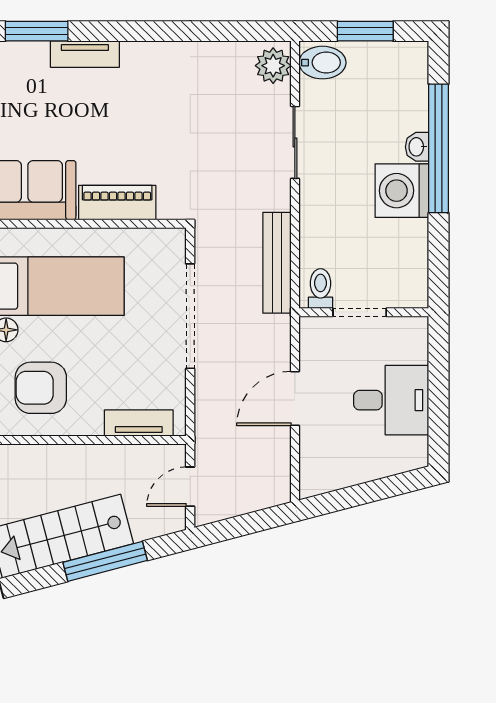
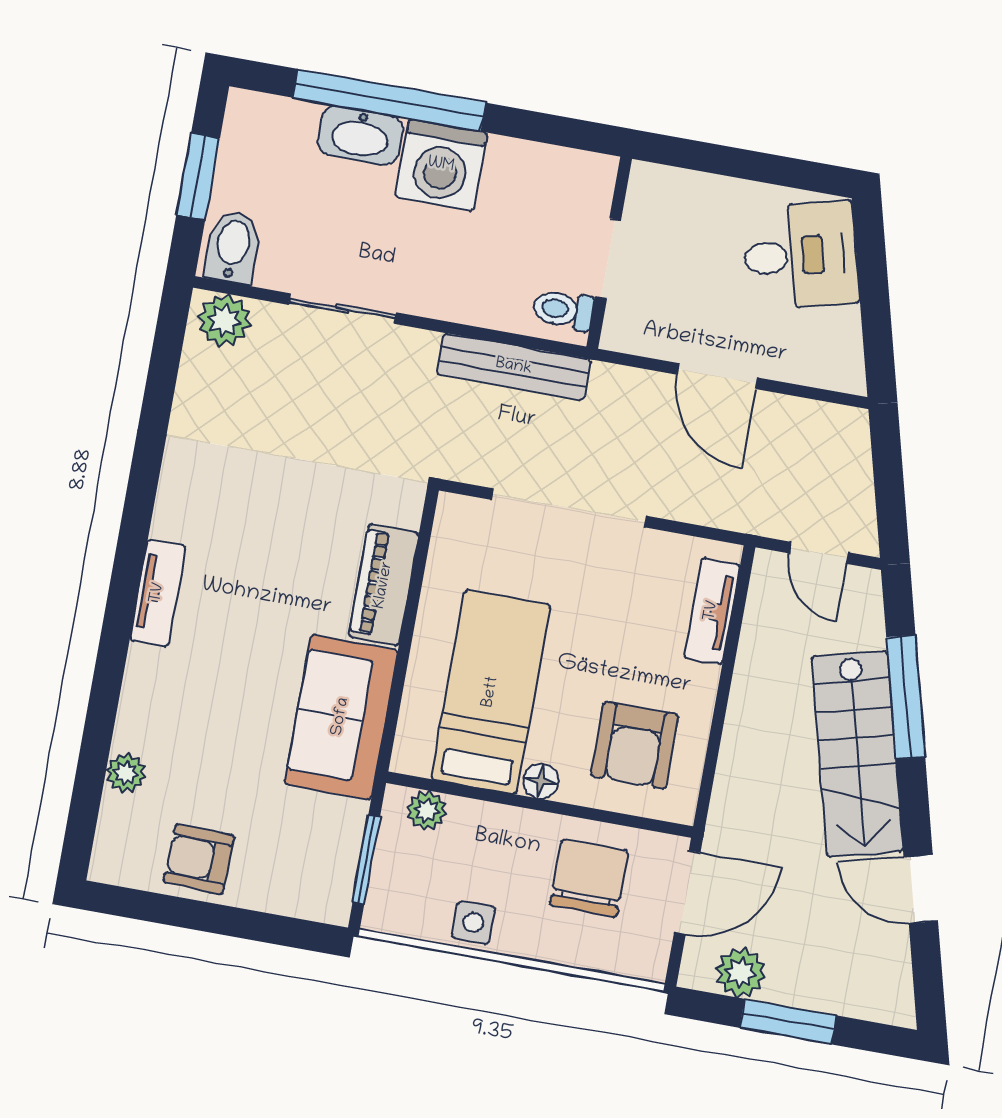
window: (37, 31) -> (112, 658), removed
washbasin: (417, 147) -> (360, 135), width x1.91, depth x1.45
desk: (391, 400) -> (800, 256), moved, turned 75

